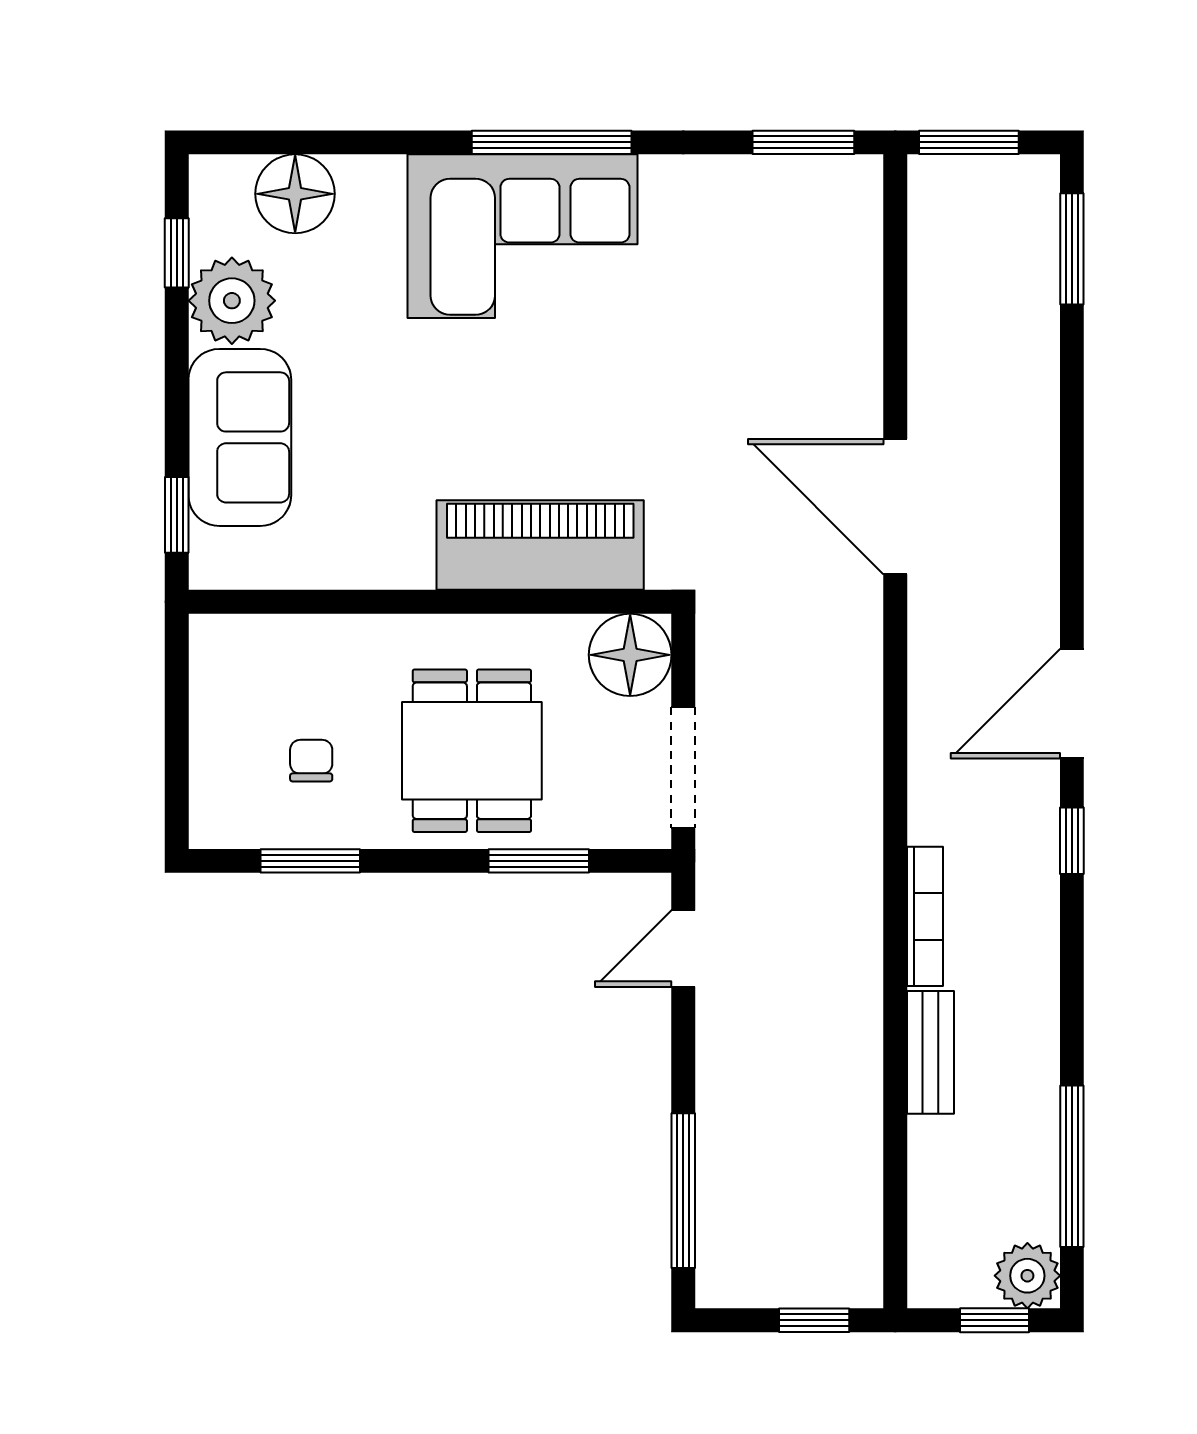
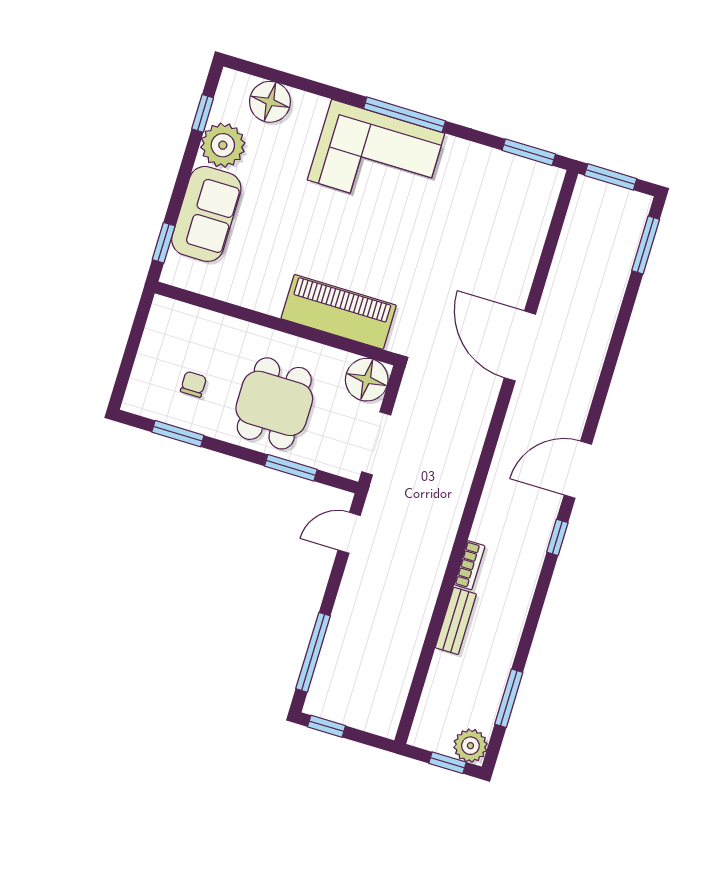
bookcase: (925, 916) -> (470, 565), width x0.64
window: (1072, 1166) -> (509, 698), width x0.69
window: (814, 1320) -> (327, 726), moved

